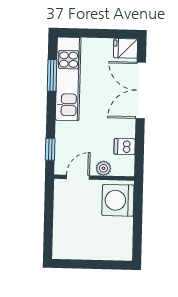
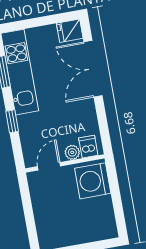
dishwasher: (125, 146) -> (88, 147), moved, turned 90
window: (50, 149) -> (12, 121), moved

